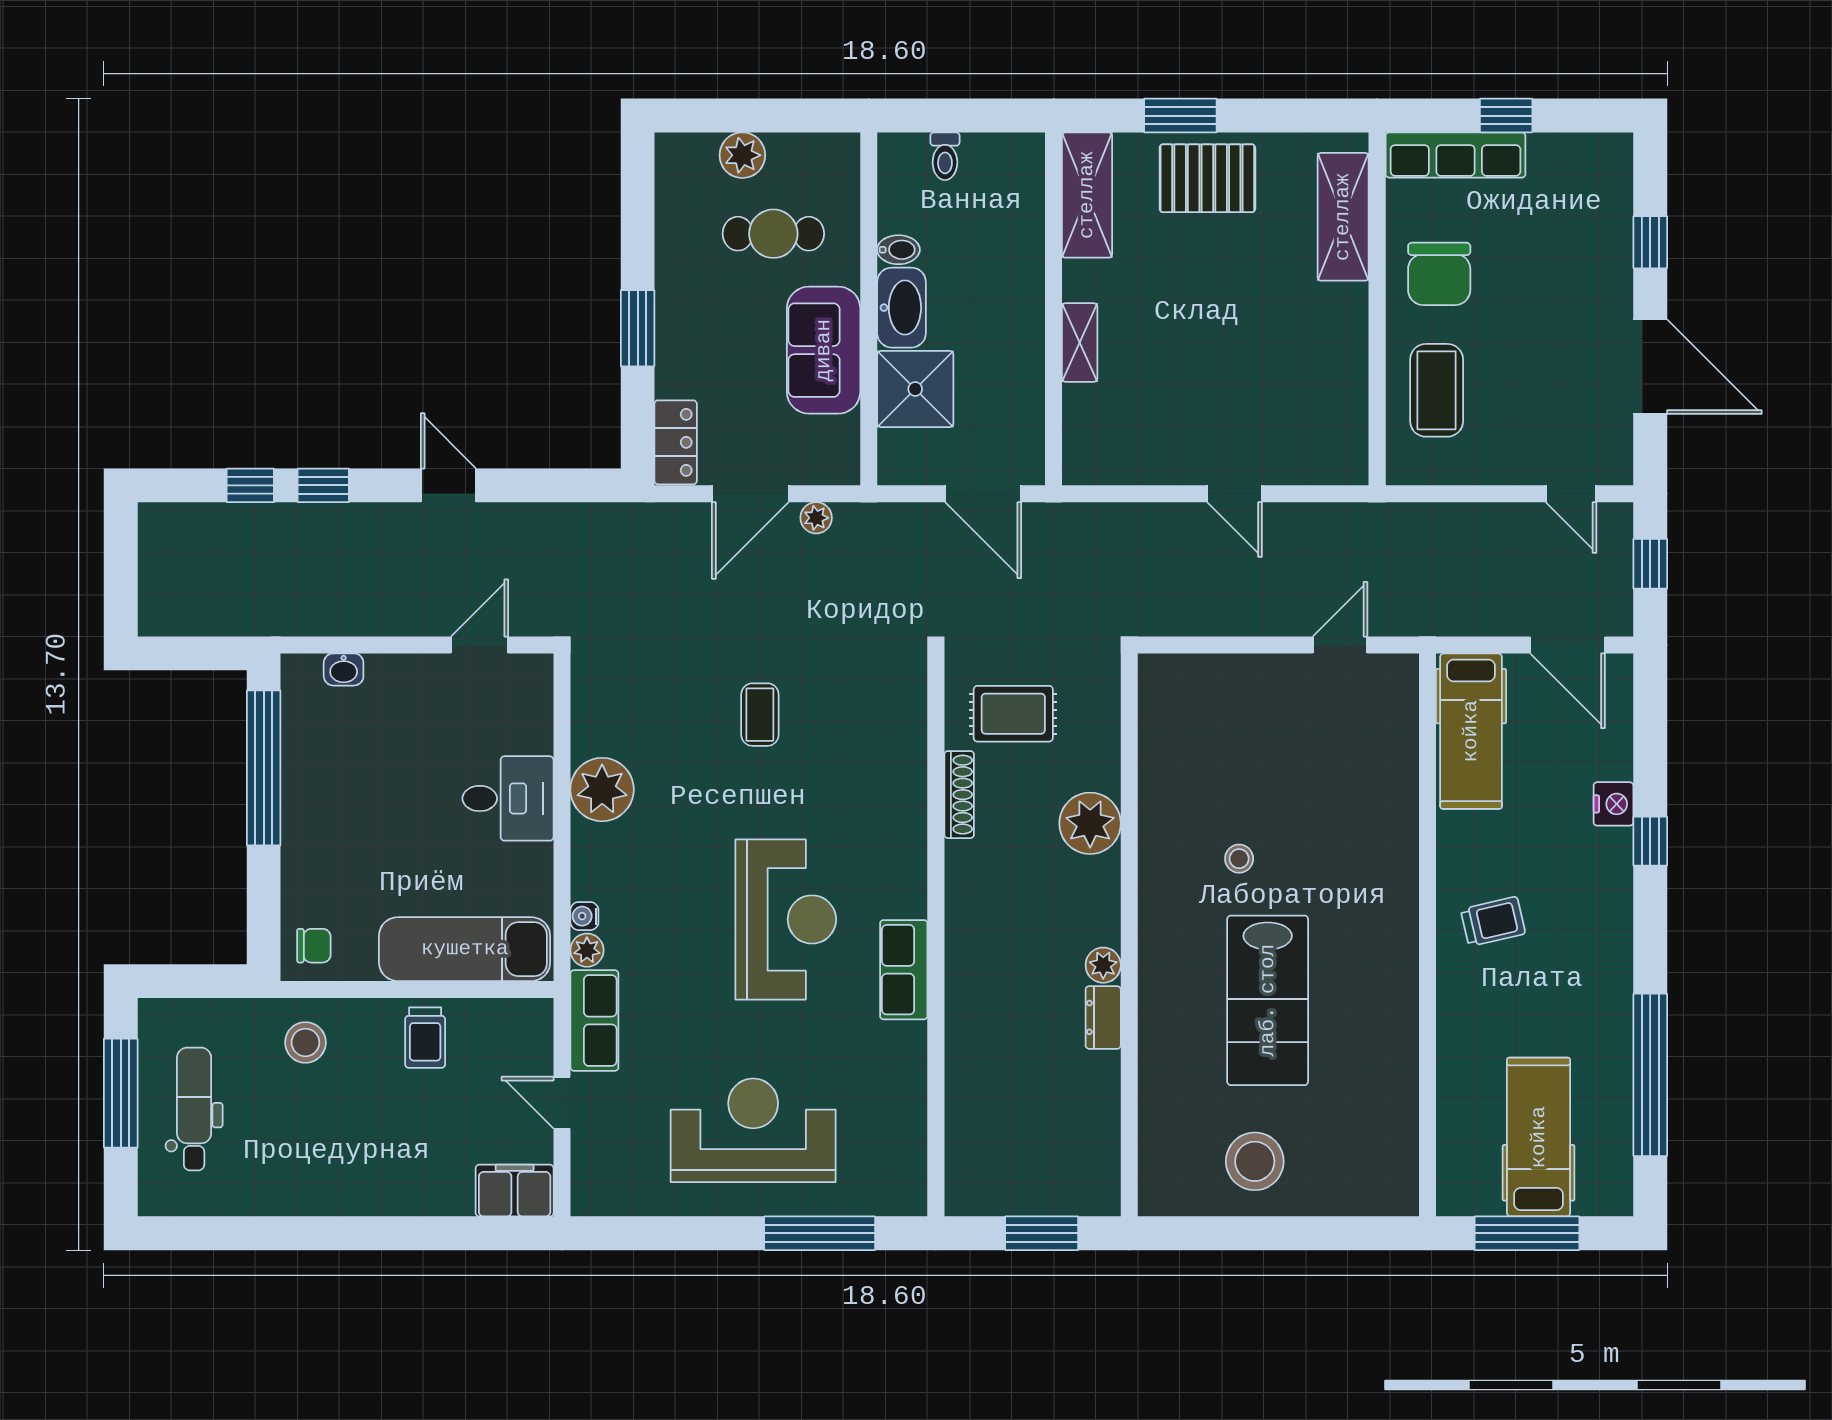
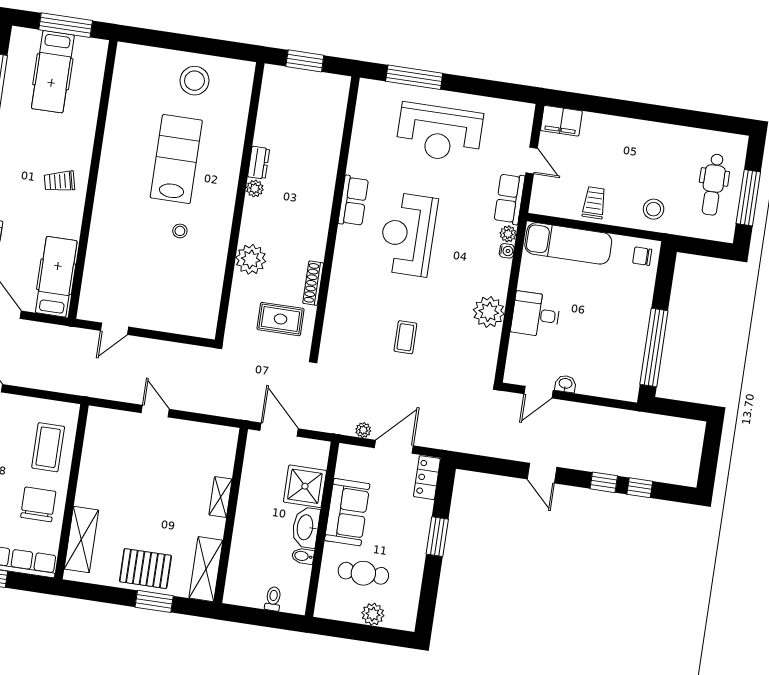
washbasin: (344, 669) -> (565, 384), moved

